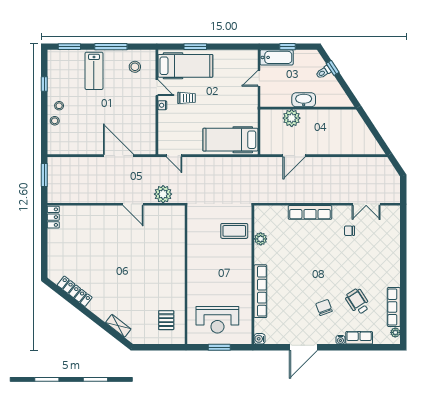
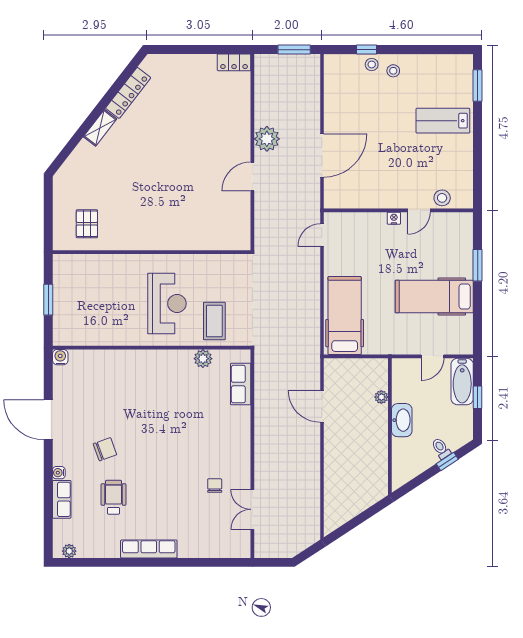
window: (111, 47) -> (478, 145), removed
hospital bed: (185, 66) -> (434, 296), moved, turned 90
stool: (135, 67) -> (442, 198), moved
door: (259, 78) -> (432, 356), swing flipped
window: (44, 84) -> (367, 50), moved
trolley: (186, 98) -> (404, 253), removed
plant: (292, 118) -> (381, 397), width x0.53, depth x0.53
plant: (163, 194) -> (267, 139), moved
row of seats: (310, 212) -> (241, 384), moved, width x0.68
row of seats: (260, 291) -> (128, 358), removed
wheelchair: (358, 302) -> (113, 497), turned -57
row of seats: (394, 307) -> (149, 549), moved
pallet: (166, 320) -> (87, 224), turned 90
reception desk: (217, 320) -> (167, 304), moved, turned 180
shelving: (118, 326) -> (100, 128), moved

